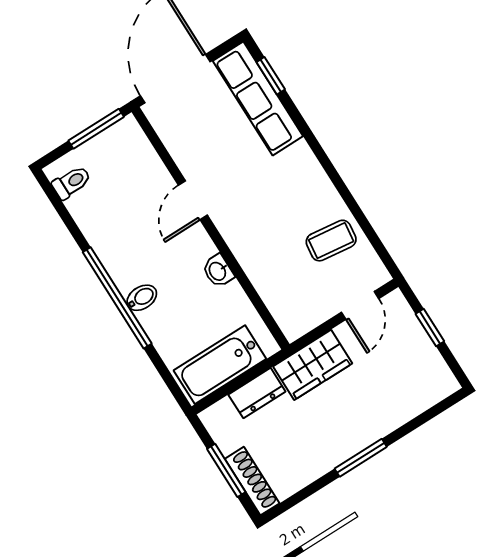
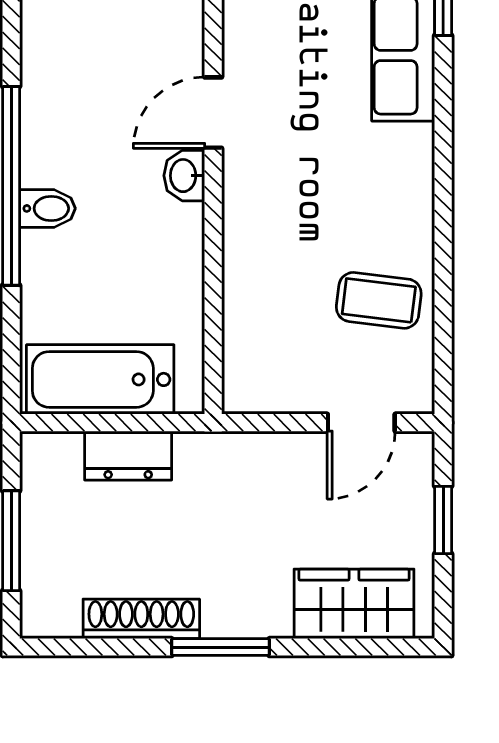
washbasin: (218, 271) -> (184, 176), moved
wardrobe: (313, 365) -> (354, 604), moved, turned 180
shoe rack: (252, 481) -> (141, 619), moved, turned -90

